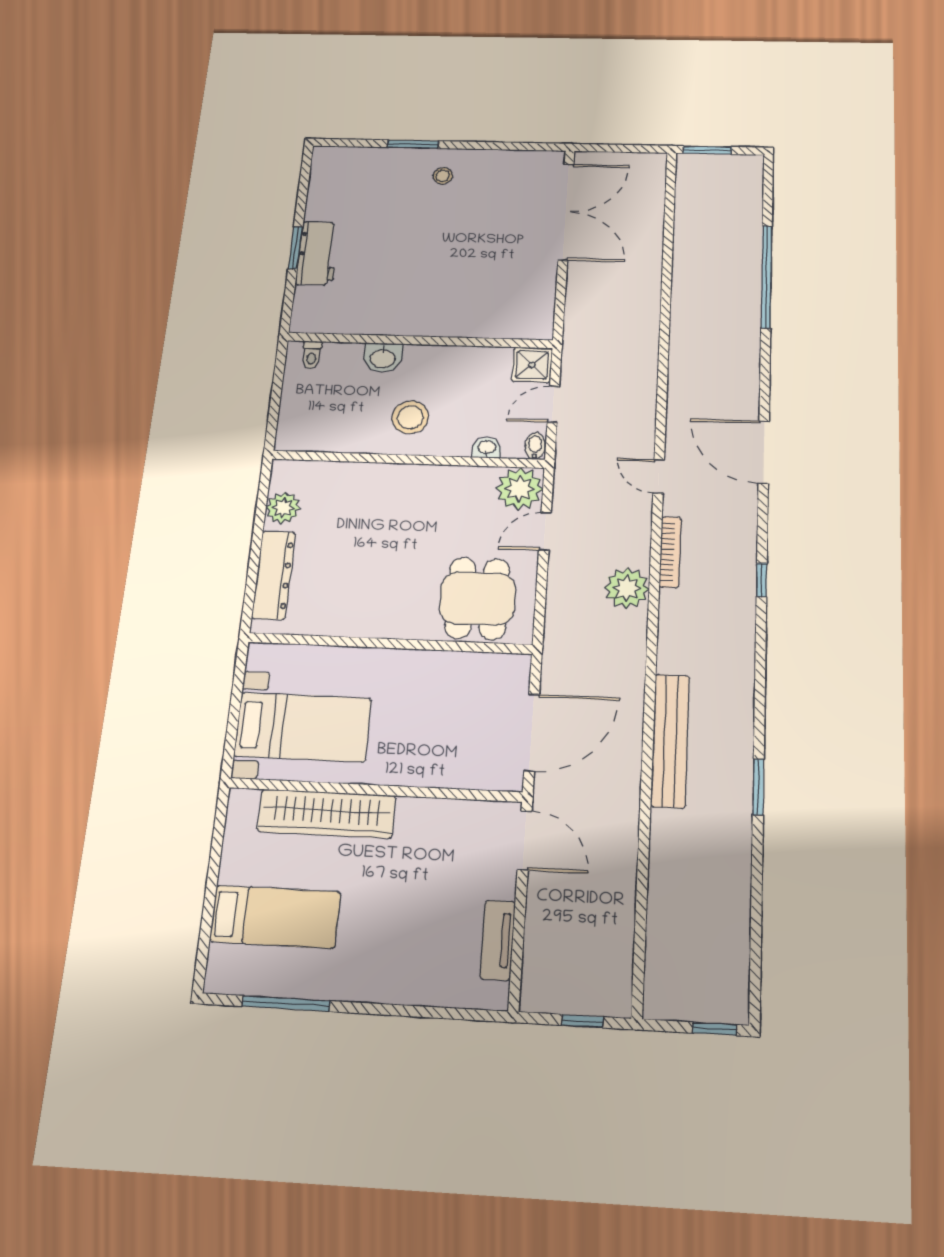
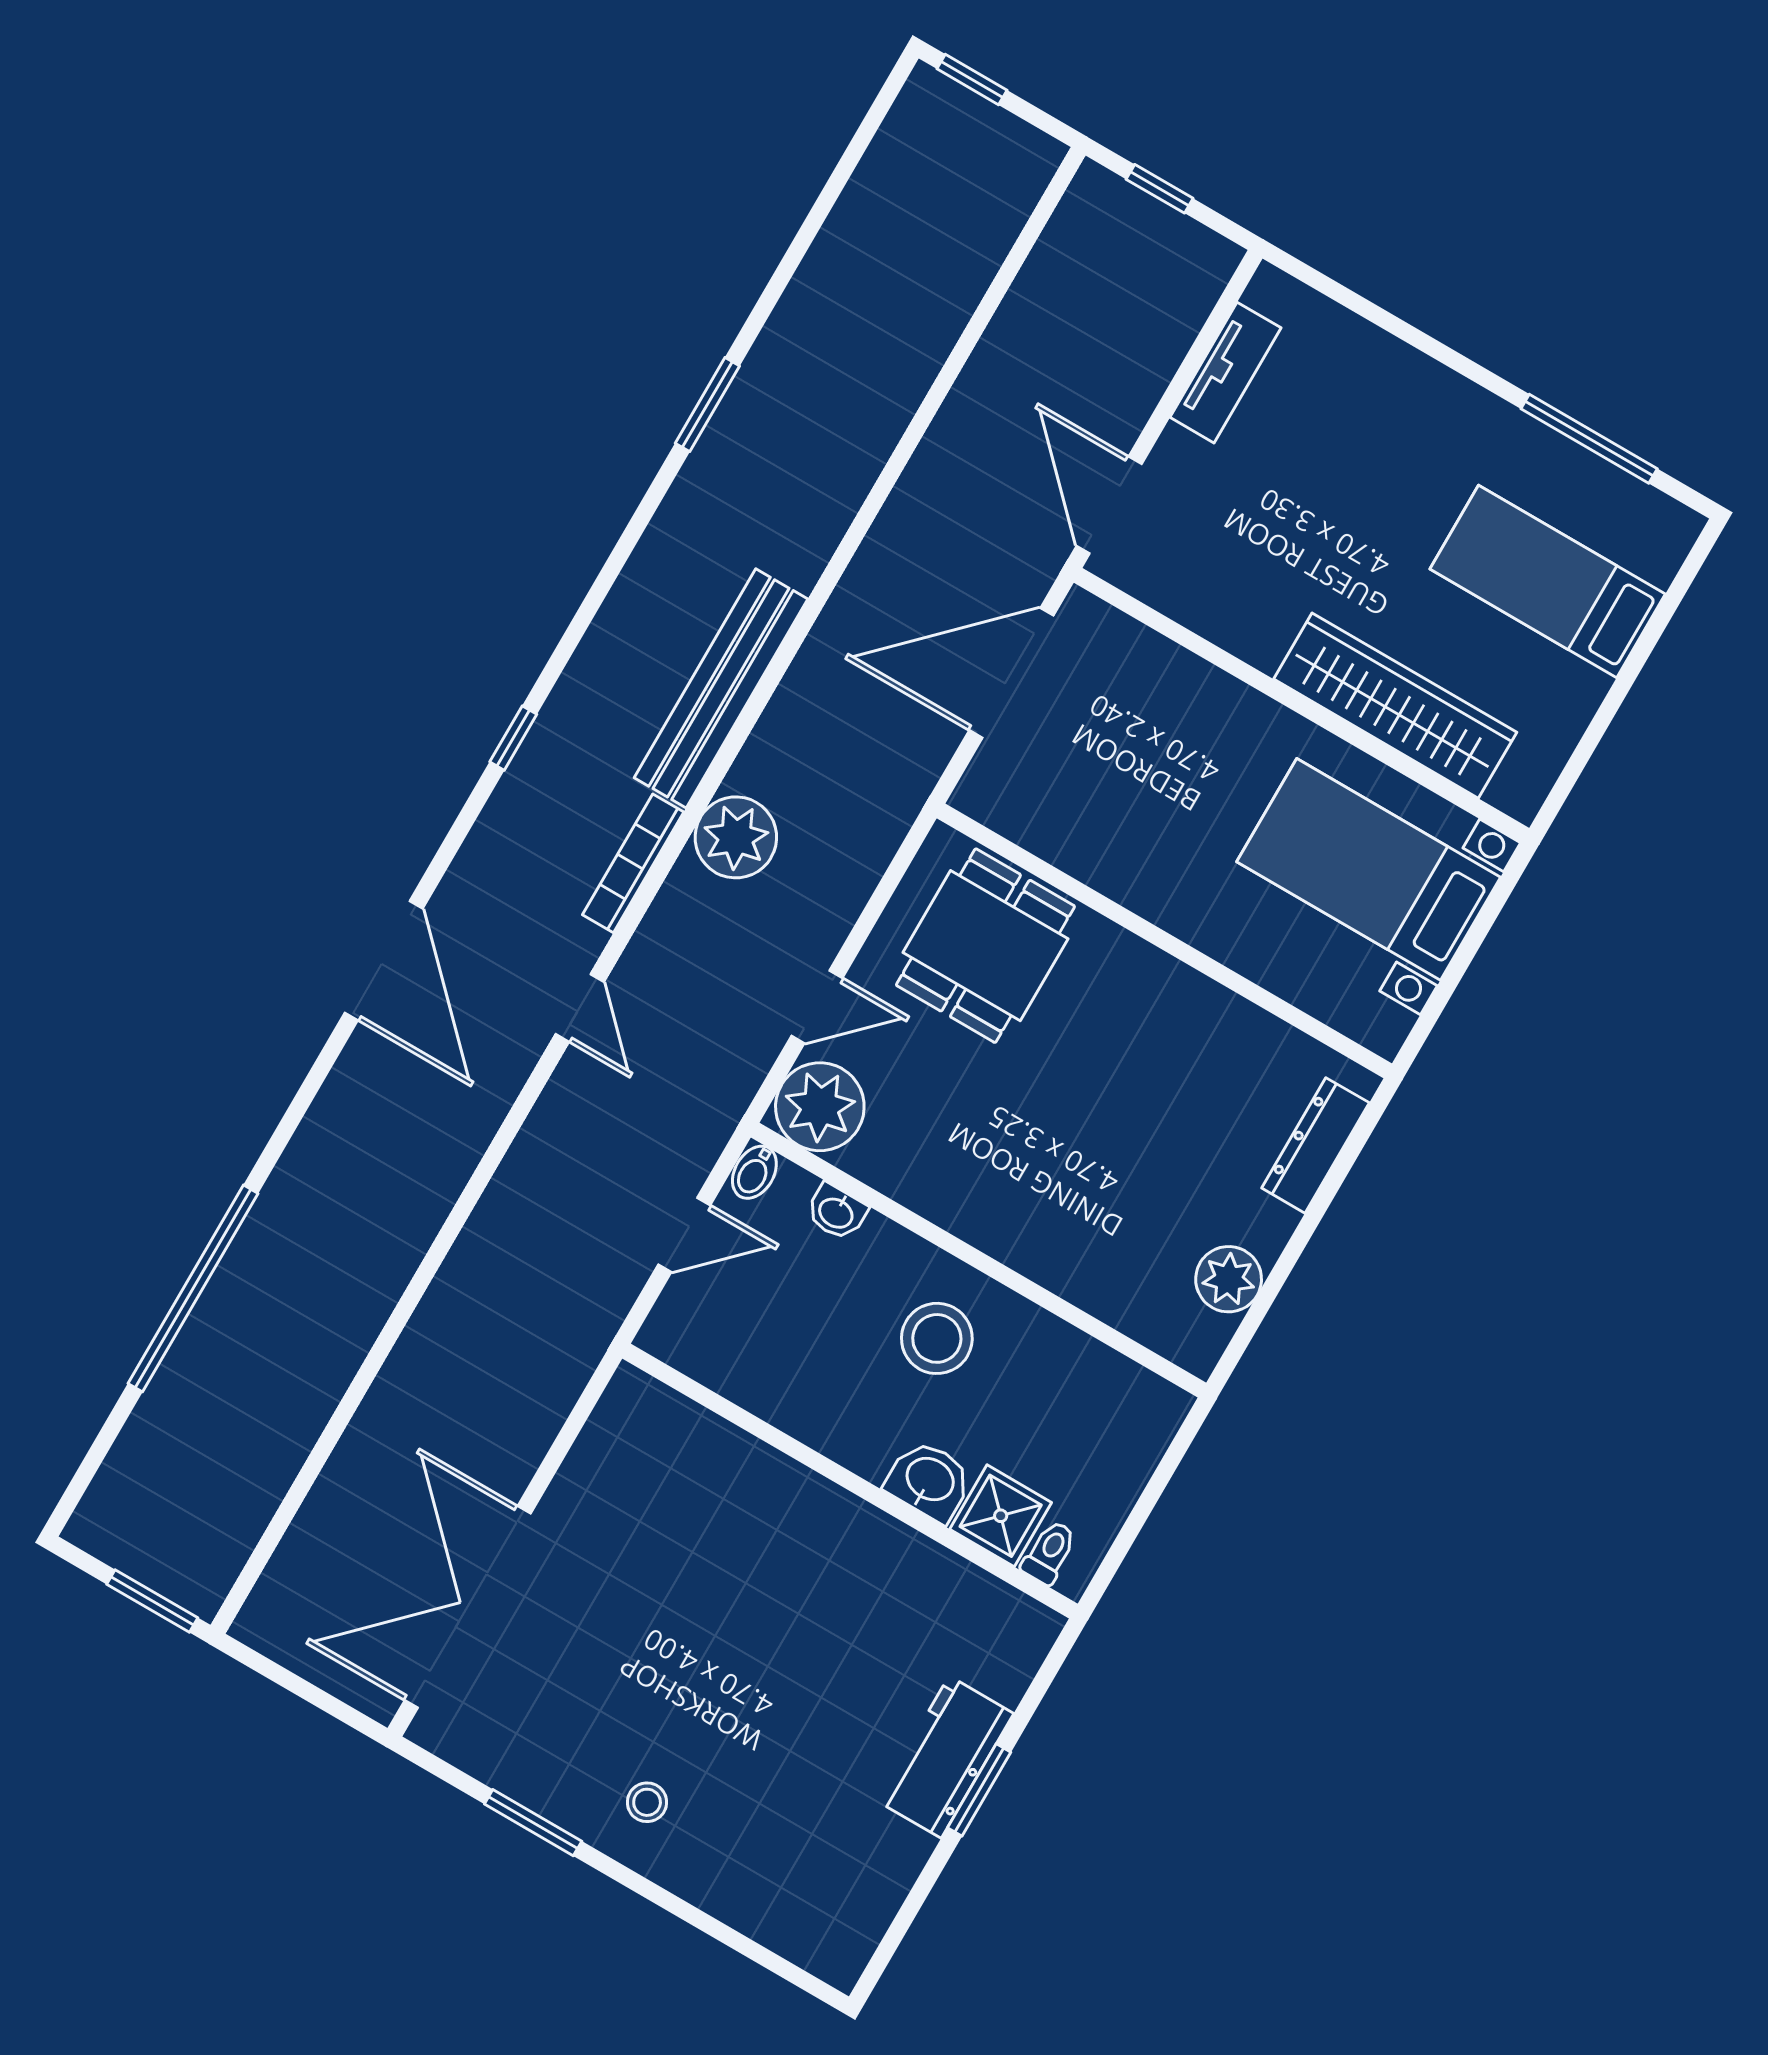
window: (413, 144) -> (533, 1823), moved
shower: (532, 365) -> (1001, 1516), moved
dresser: (274, 575) -> (1315, 1145), width x0.73, depth x0.80
bench: (670, 740) -> (721, 688), moved

